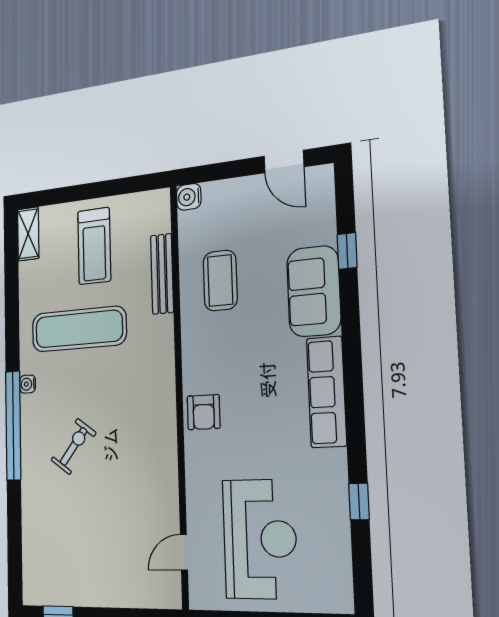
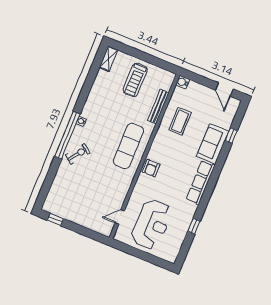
exercise mat: (79, 329) -> (128, 146), moved, turned 90
exercise bike: (74, 446) -> (78, 154), moved

